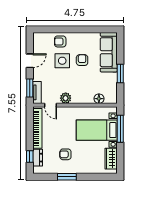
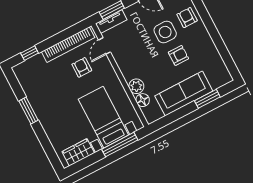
sofa: (109, 52) -> (184, 93), moved
window: (120, 74) -> (207, 99), moved
plant: (66, 98) -> (136, 86), moved
armchair: (65, 154) -> (82, 67), moved
dresser: (38, 158) -> (33, 63), removed

